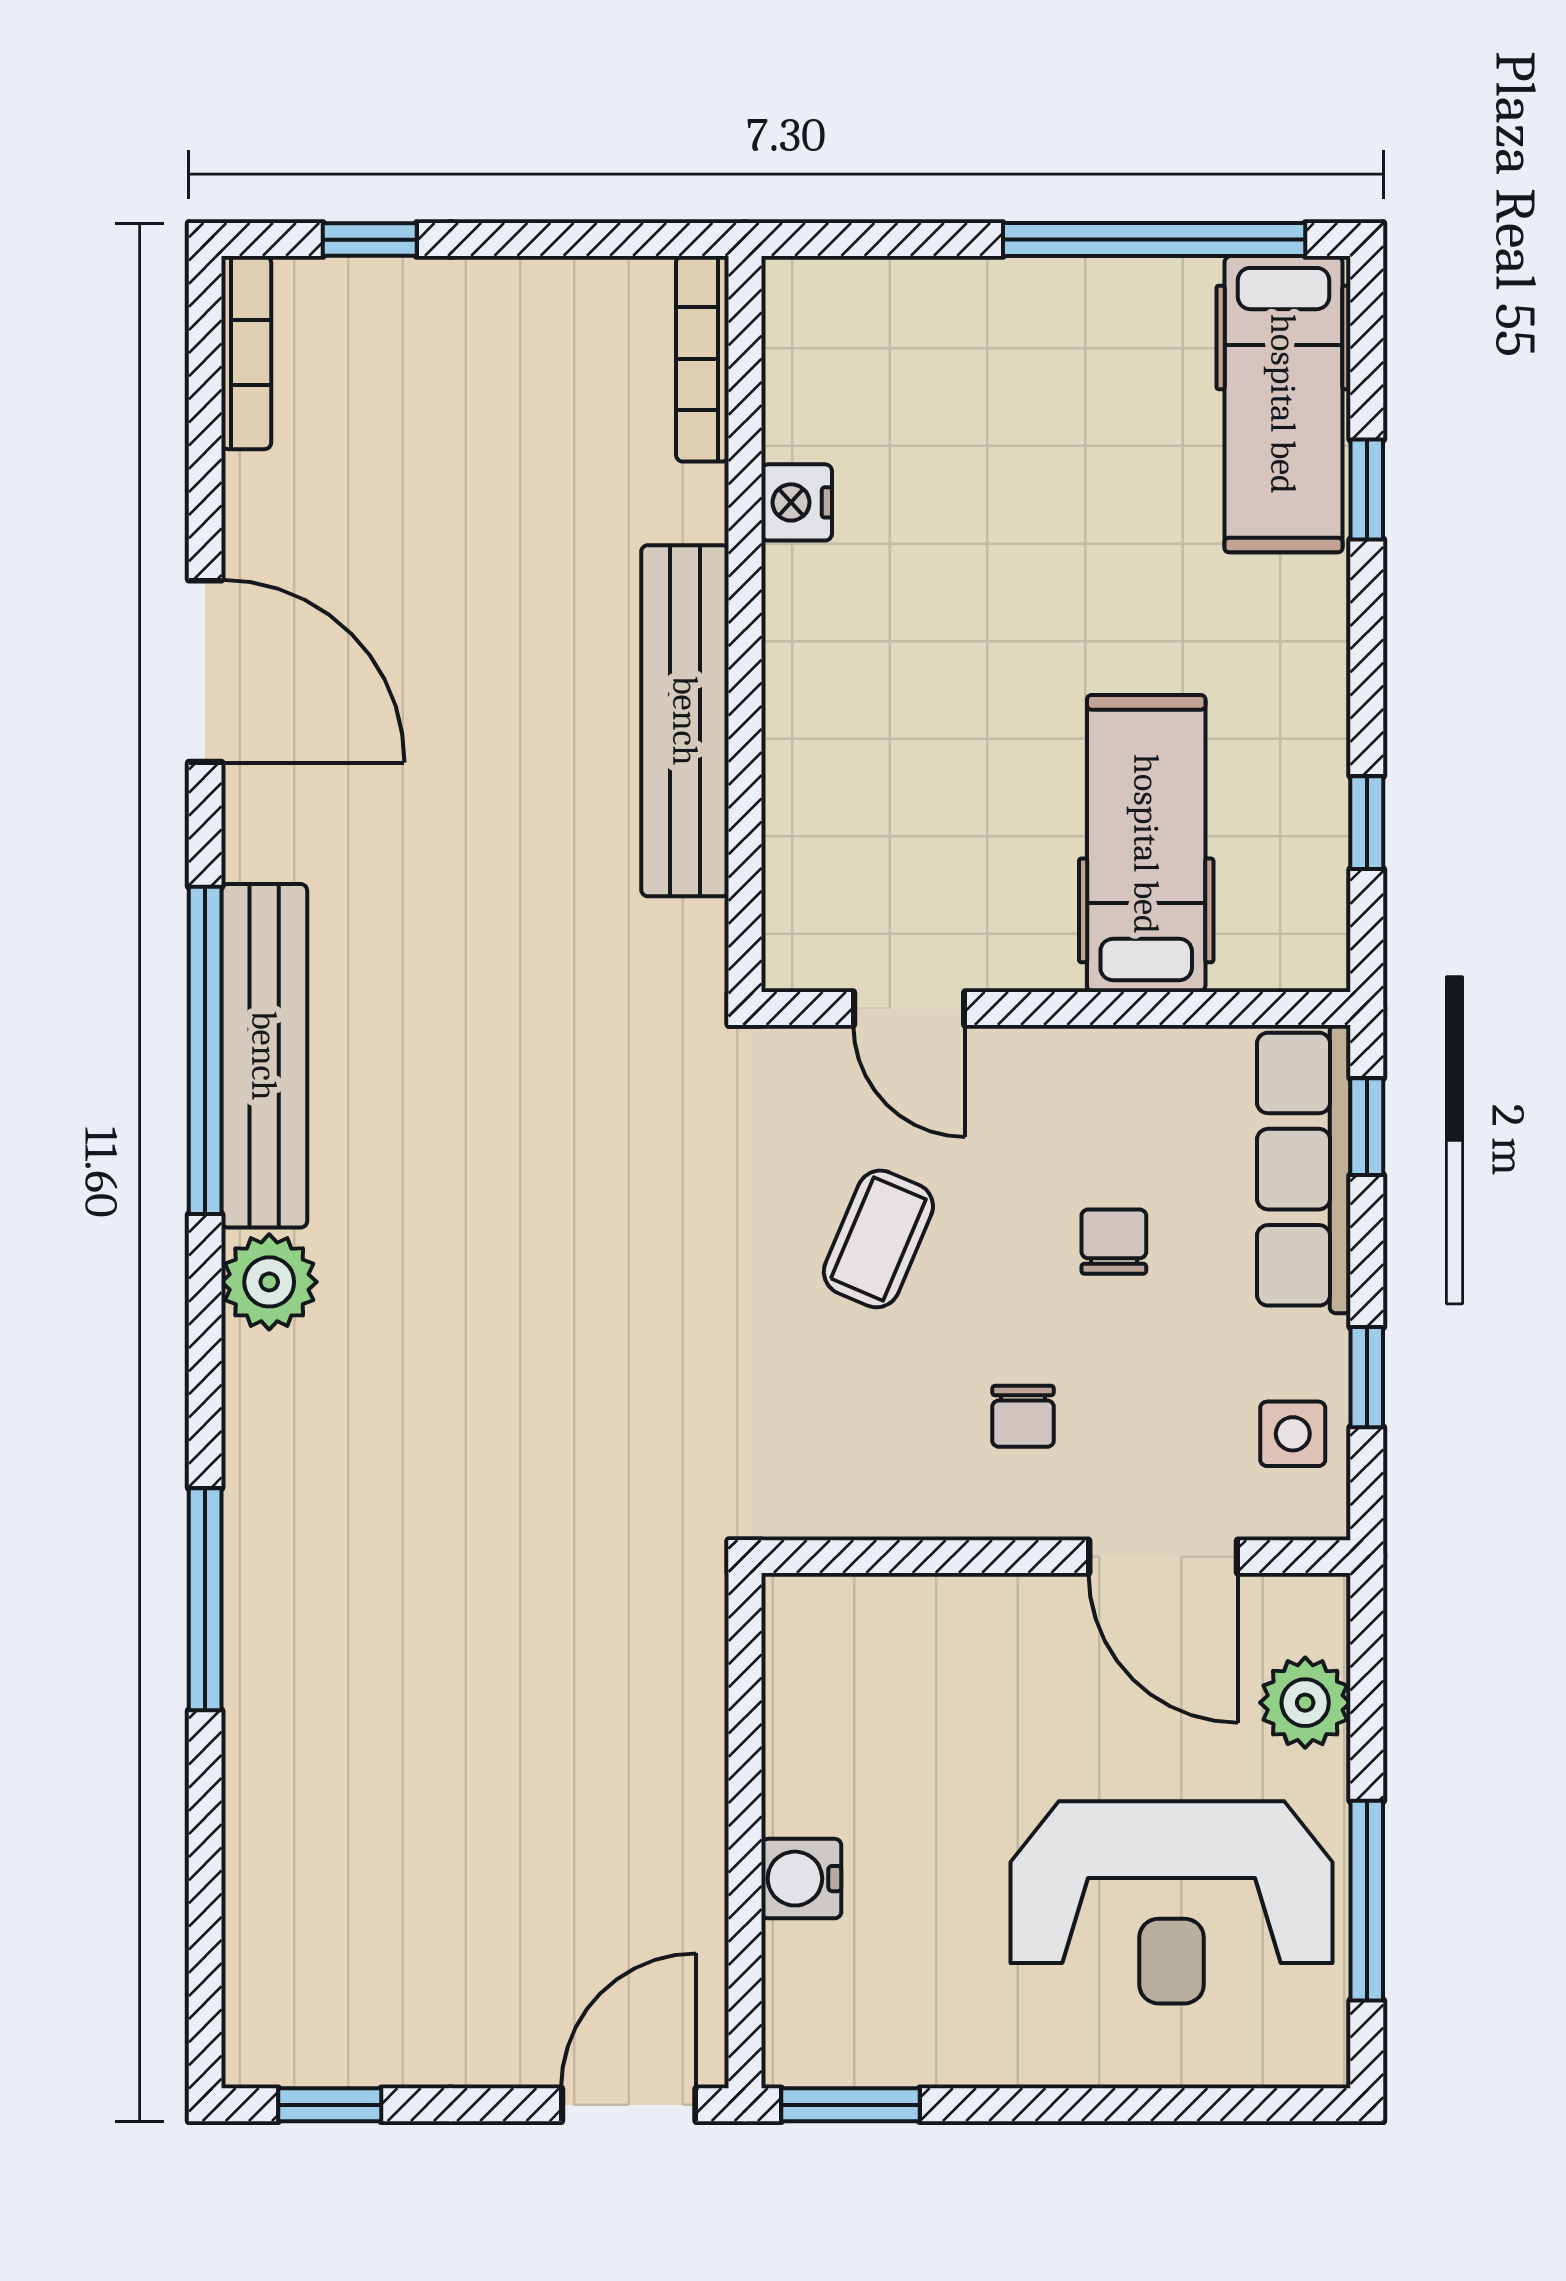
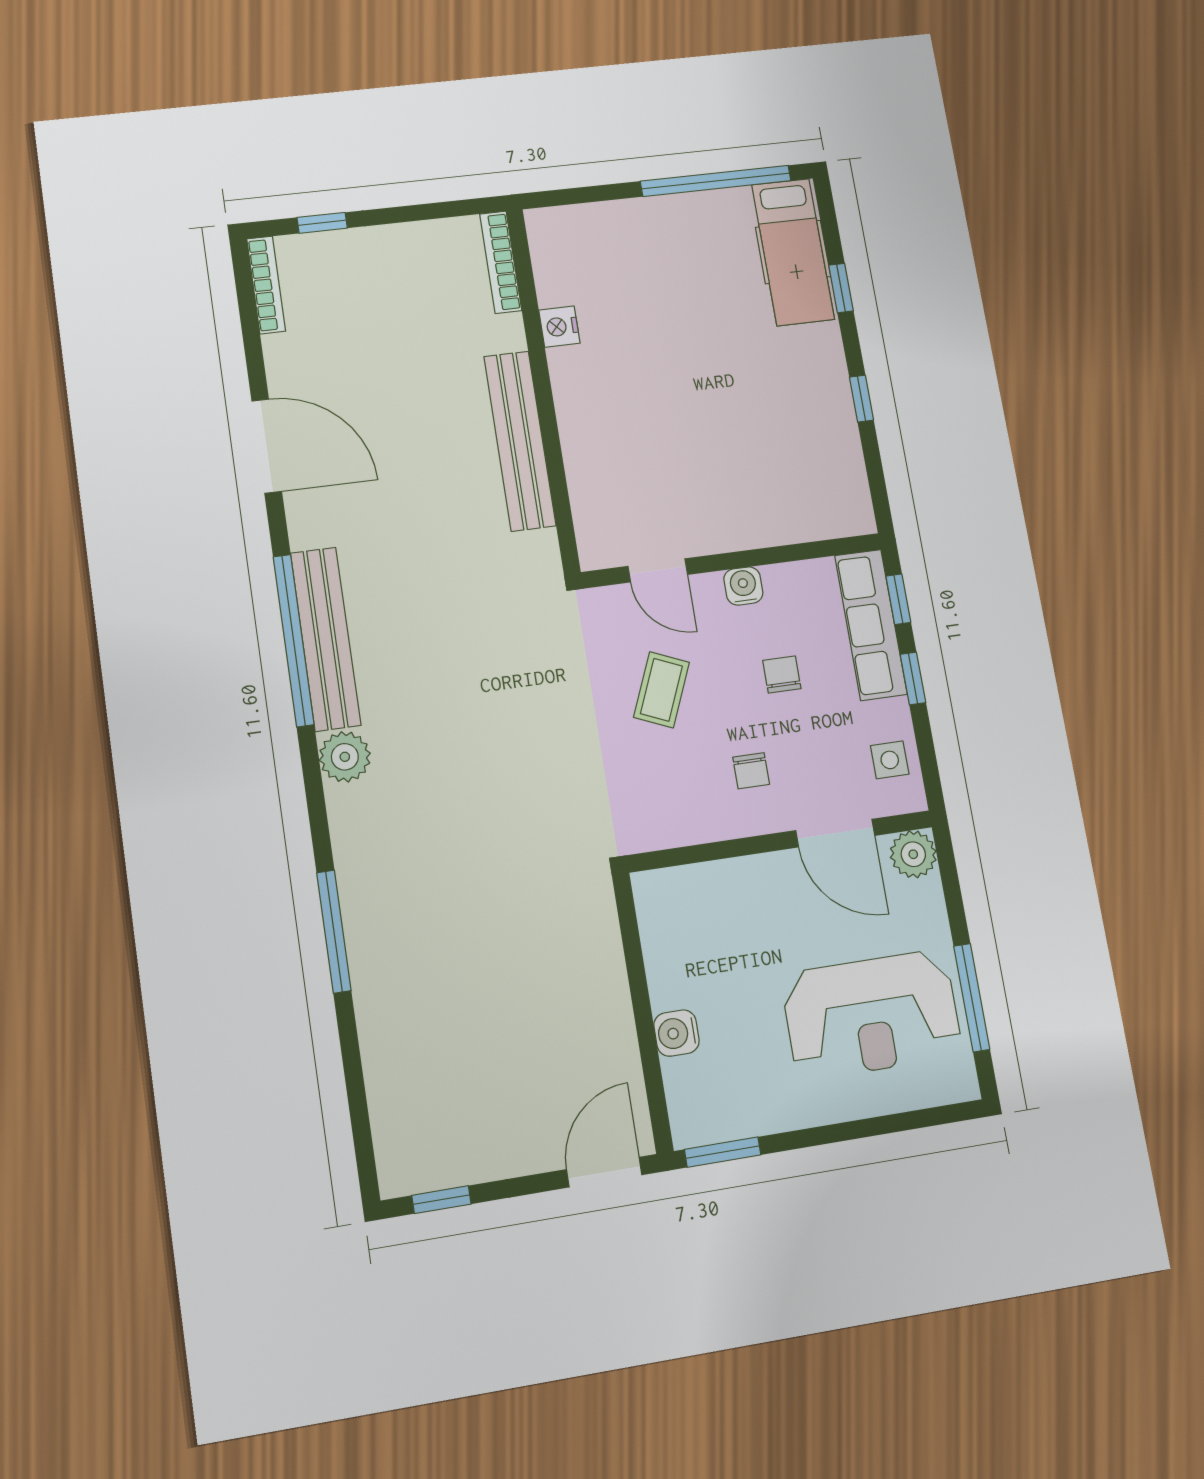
window: (1367, 823) -> (861, 399), moved
hospital bed: (1146, 844) -> (763, 473), removed
water cooler: (1069, 1061) -> (743, 586), added
window: (1367, 1377) -> (913, 678), moved
plant: (1305, 1703) -> (913, 854), moved

